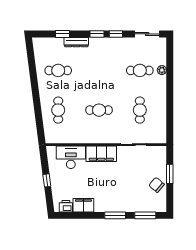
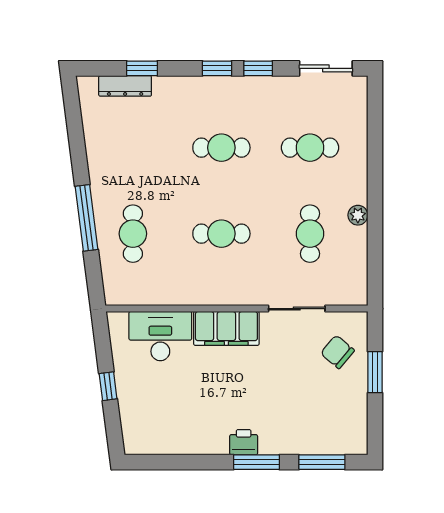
dresser: (76, 42) -> (125, 86), moved
cafe table: (58, 70) -> (221, 148), moved
plant: (162, 70) -> (358, 215), moved
window: (37, 103) -> (87, 218), added
chair: (157, 185) -> (337, 352), moved
filing cabinet: (83, 205) -> (188, 440), removed
printer: (66, 206) -> (244, 442), moved

